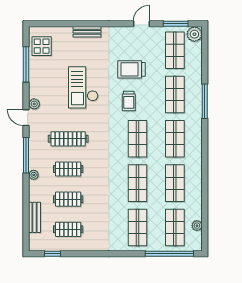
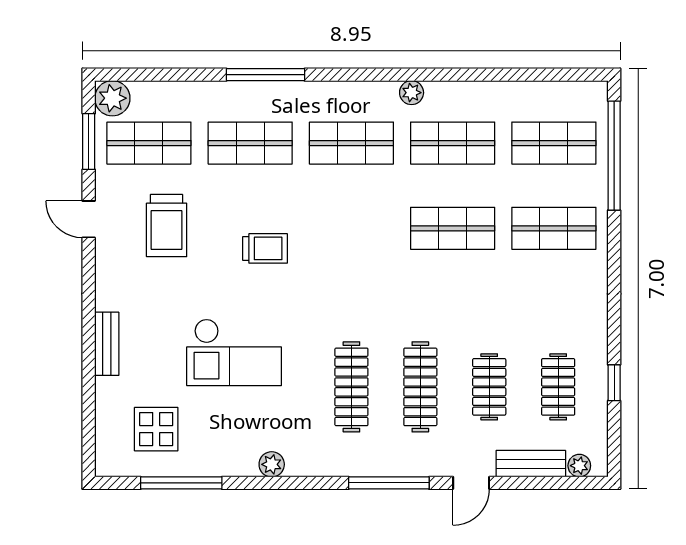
display table: (42, 46) -> (156, 429), moved
trolley: (131, 69) -> (167, 226), moved
door: (26, 118) -> (471, 483), moved
shop shelf: (138, 139) -> (351, 228), removed
clothes rail: (68, 169) -> (420, 387), width x1.36
plant: (34, 175) -> (579, 466), moved
plant: (197, 226) -> (412, 93), moved
window: (52, 254) -> (614, 383), moved

